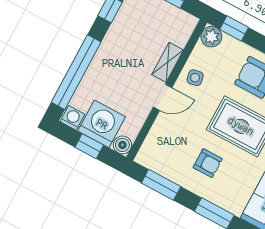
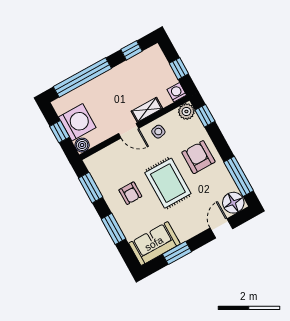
washing machine: (72, 118) -> (177, 92), moved, turned -90

